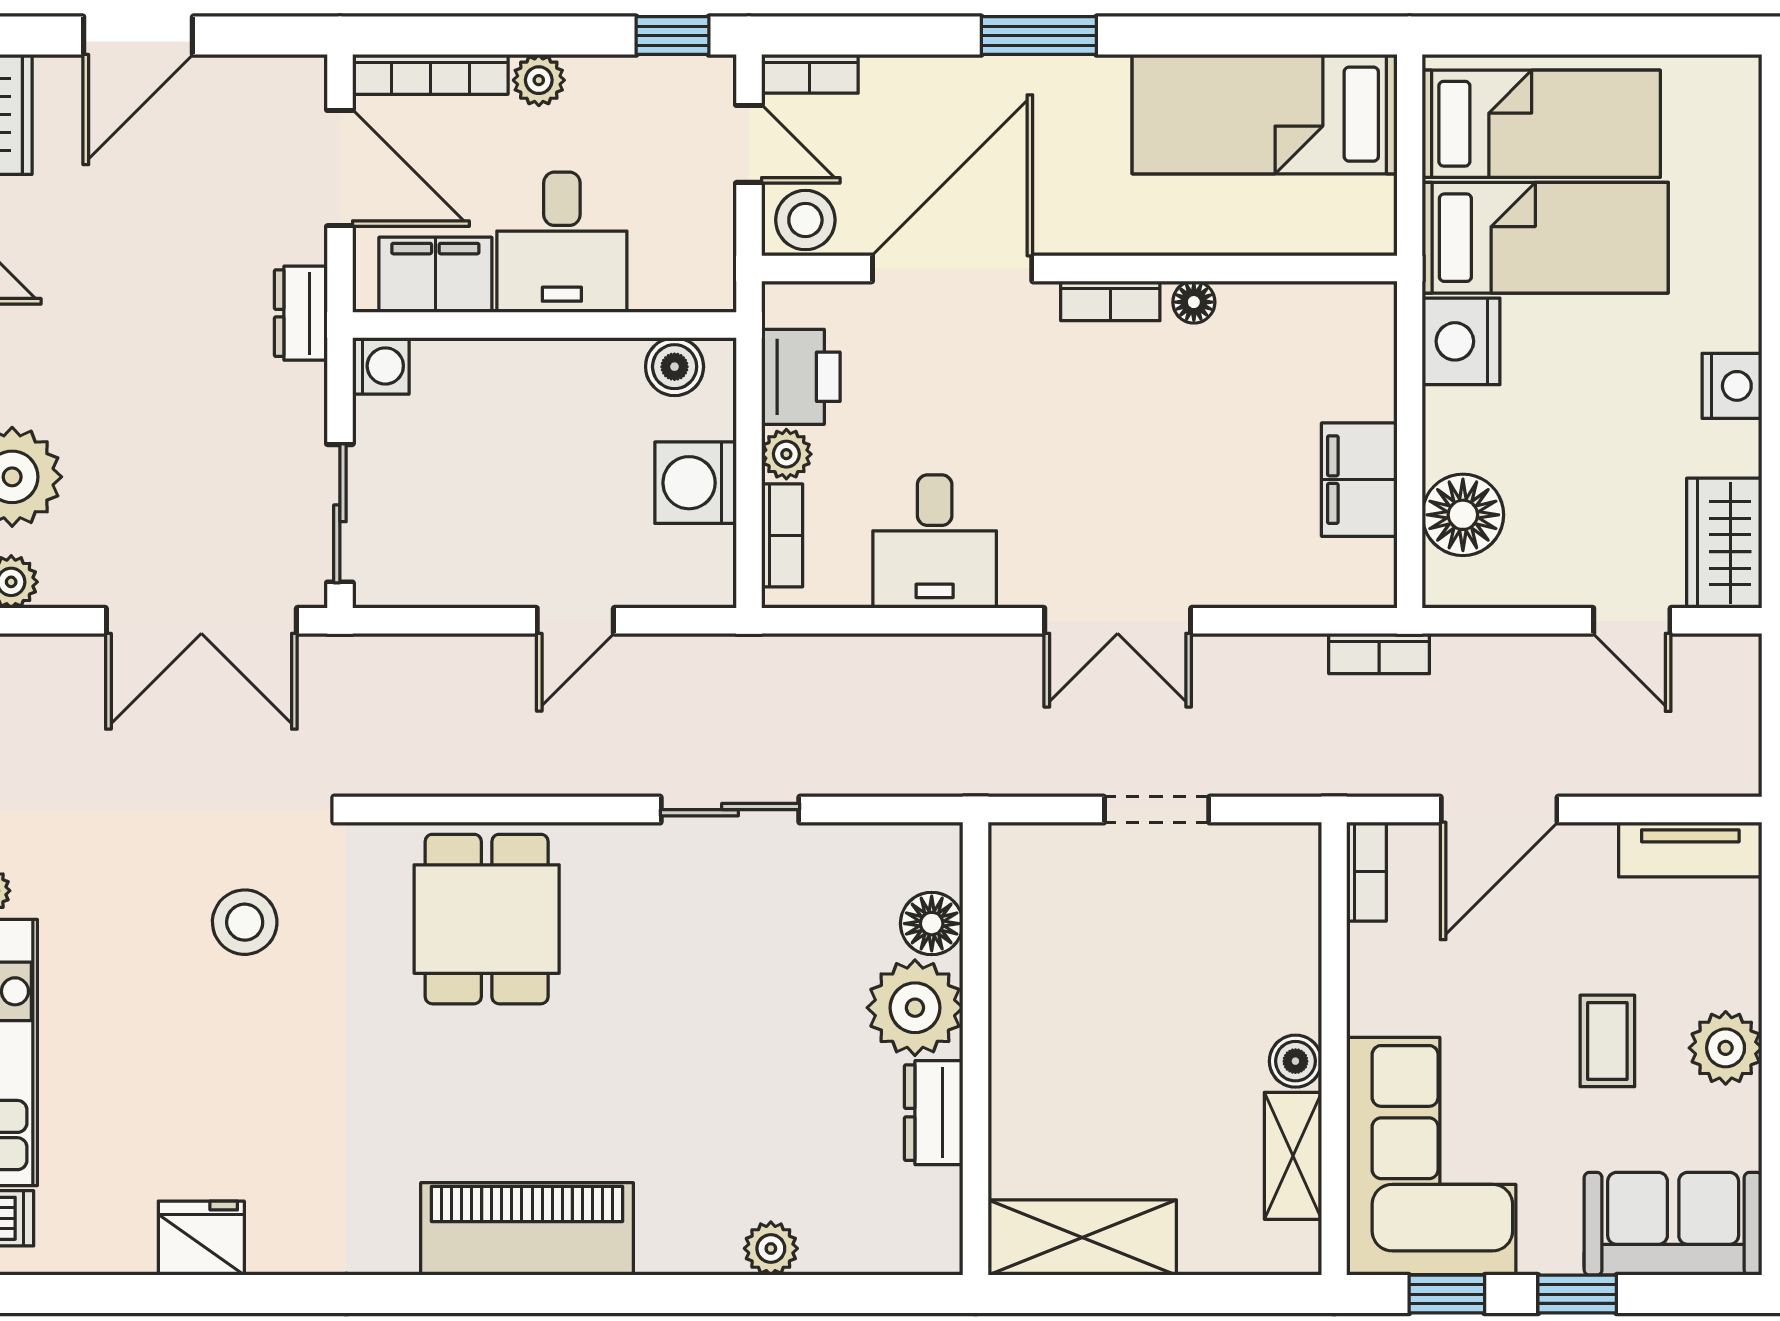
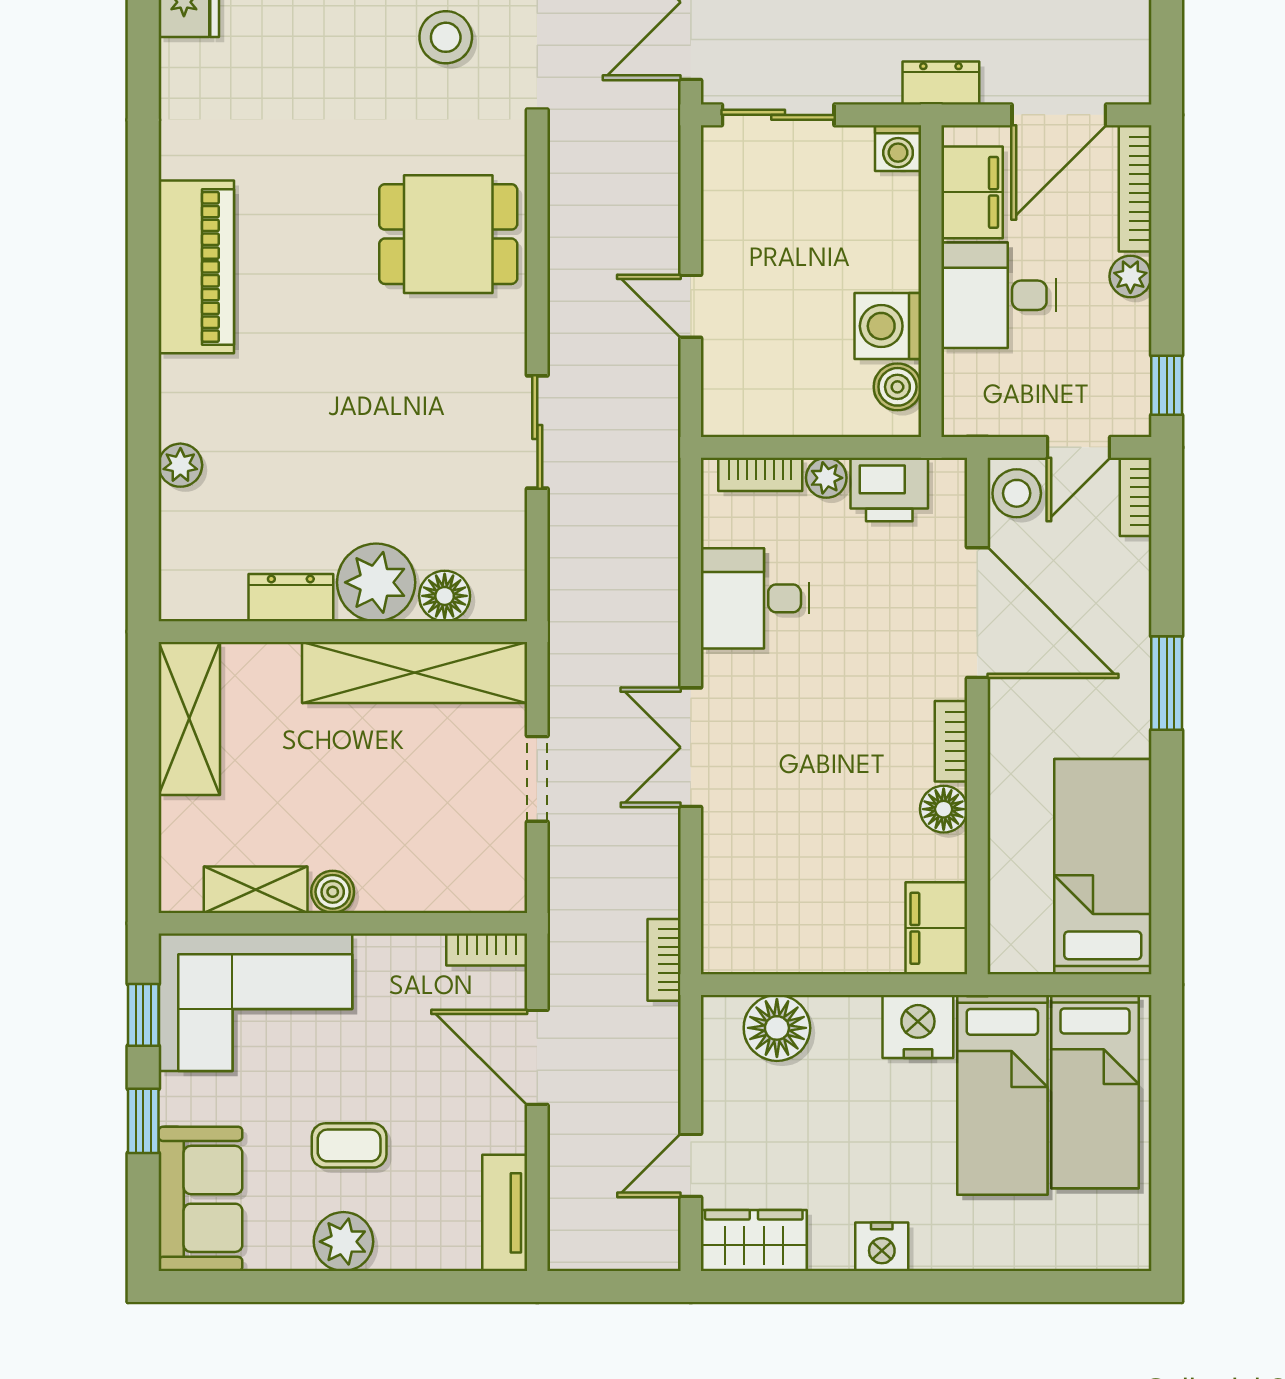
floor lamp: (1194, 302) -> (944, 809), width x1.37, depth x1.37
filing cabinet: (1359, 480) -> (936, 928), moved, turned -90
washing machine: (696, 483) -> (888, 326), moved, turned -90
shelving: (1026, 960) -> (415, 672), added

